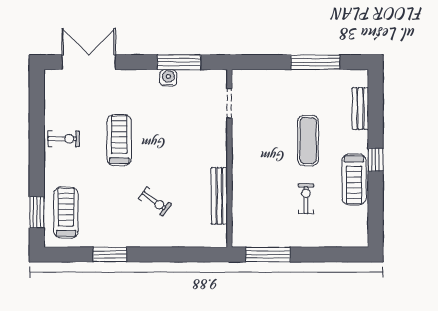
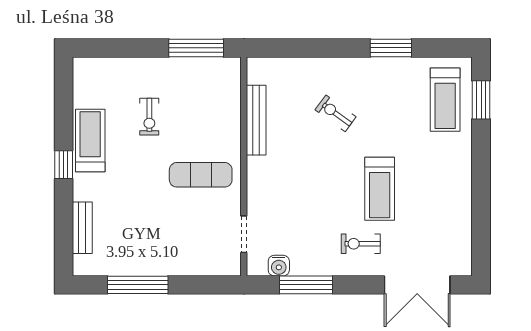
water cooler: (168, 78) -> (279, 266), moved
exercise bike: (64, 139) -> (361, 244), moved
exercise mat: (308, 141) -> (201, 175), moved, turned 90

